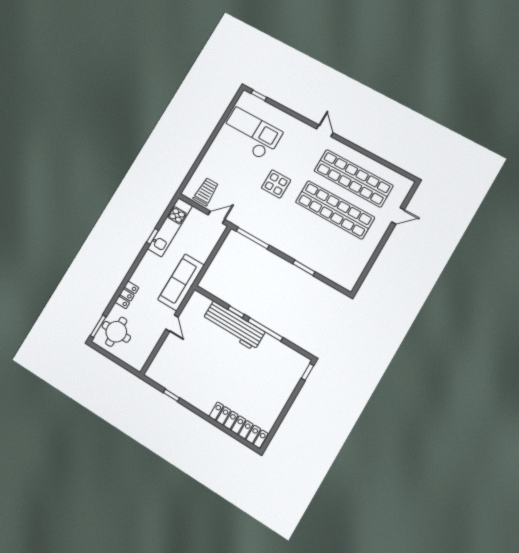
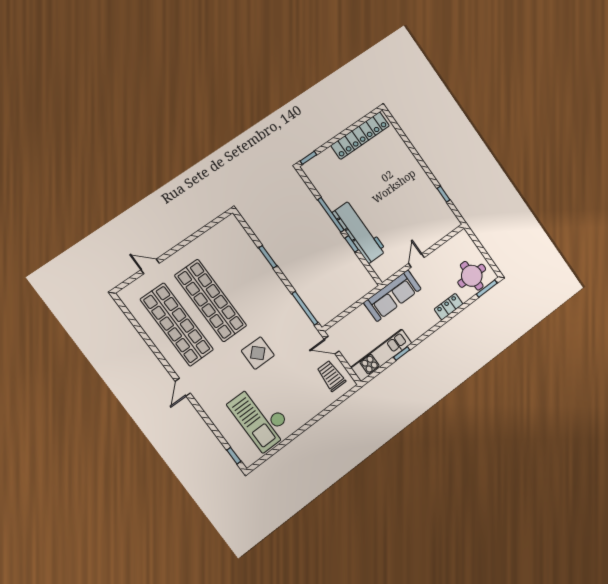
trolley: (206, 192) -> (331, 376), turned 90
locker: (238, 425) -> (360, 136), moved, turned -90

